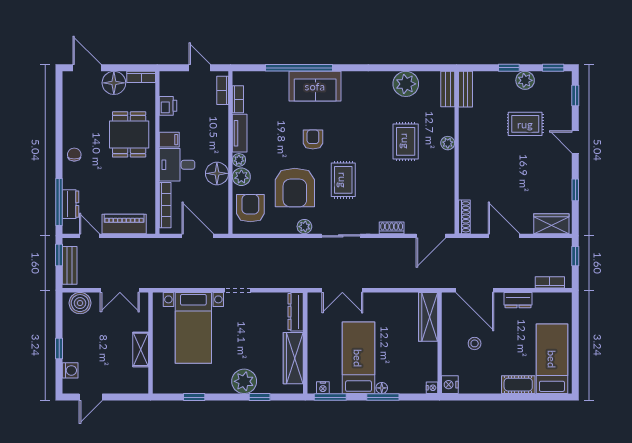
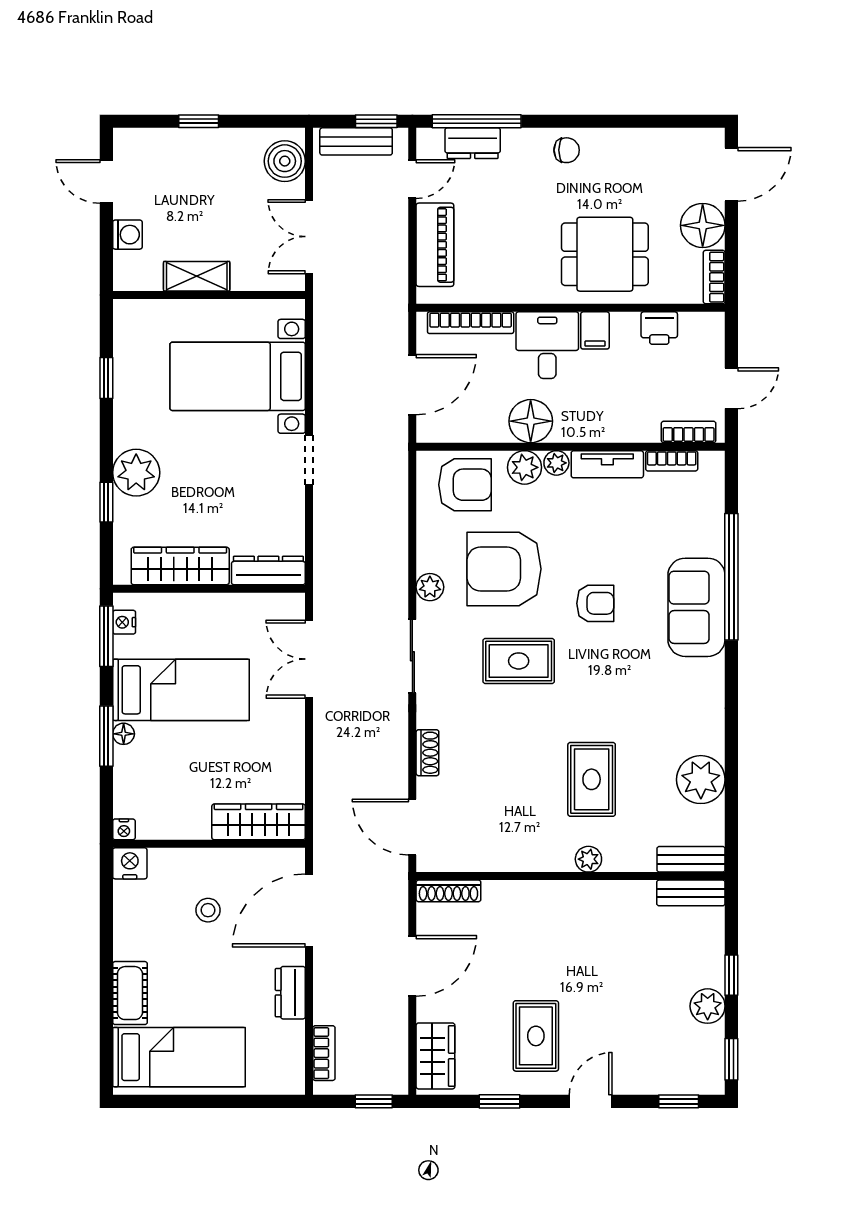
rug: (525, 124) -> (536, 1036), moved
rug: (406, 141) -> (592, 779), turned 90
washing machine: (70, 370) -> (127, 235), moved, turned -90

